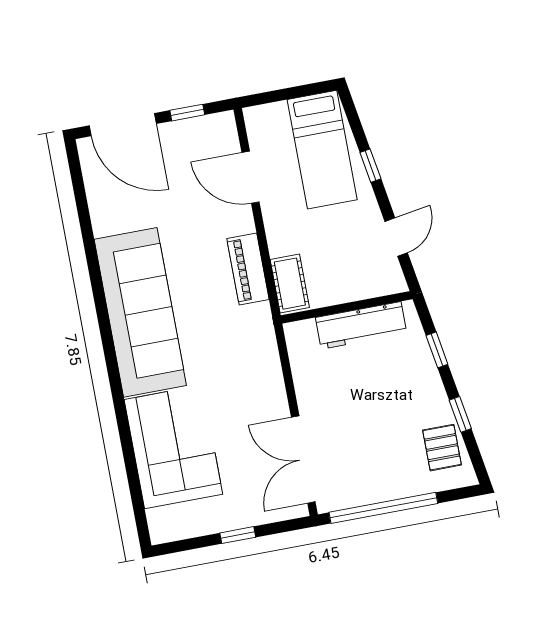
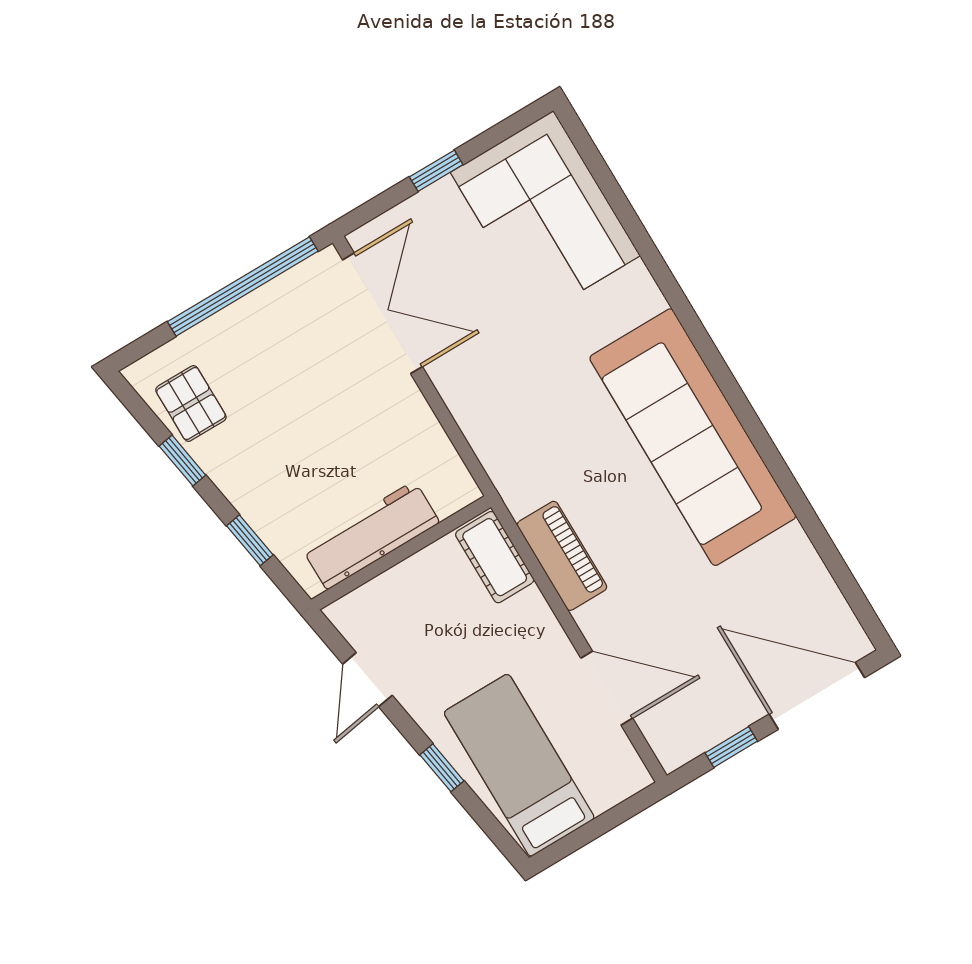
corner sofa: (173, 447) -> (545, 214), moved

